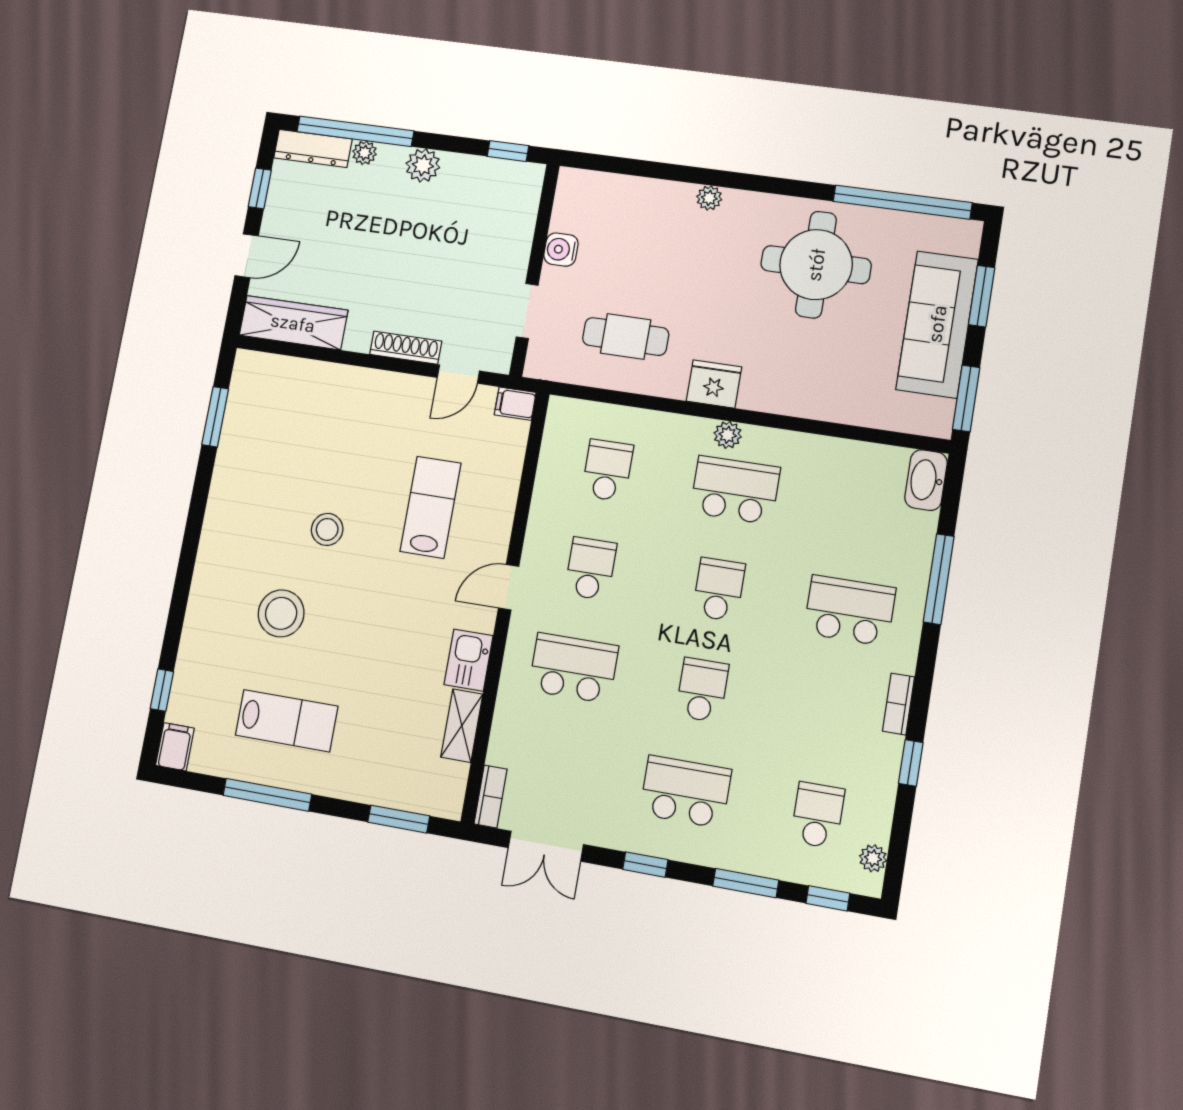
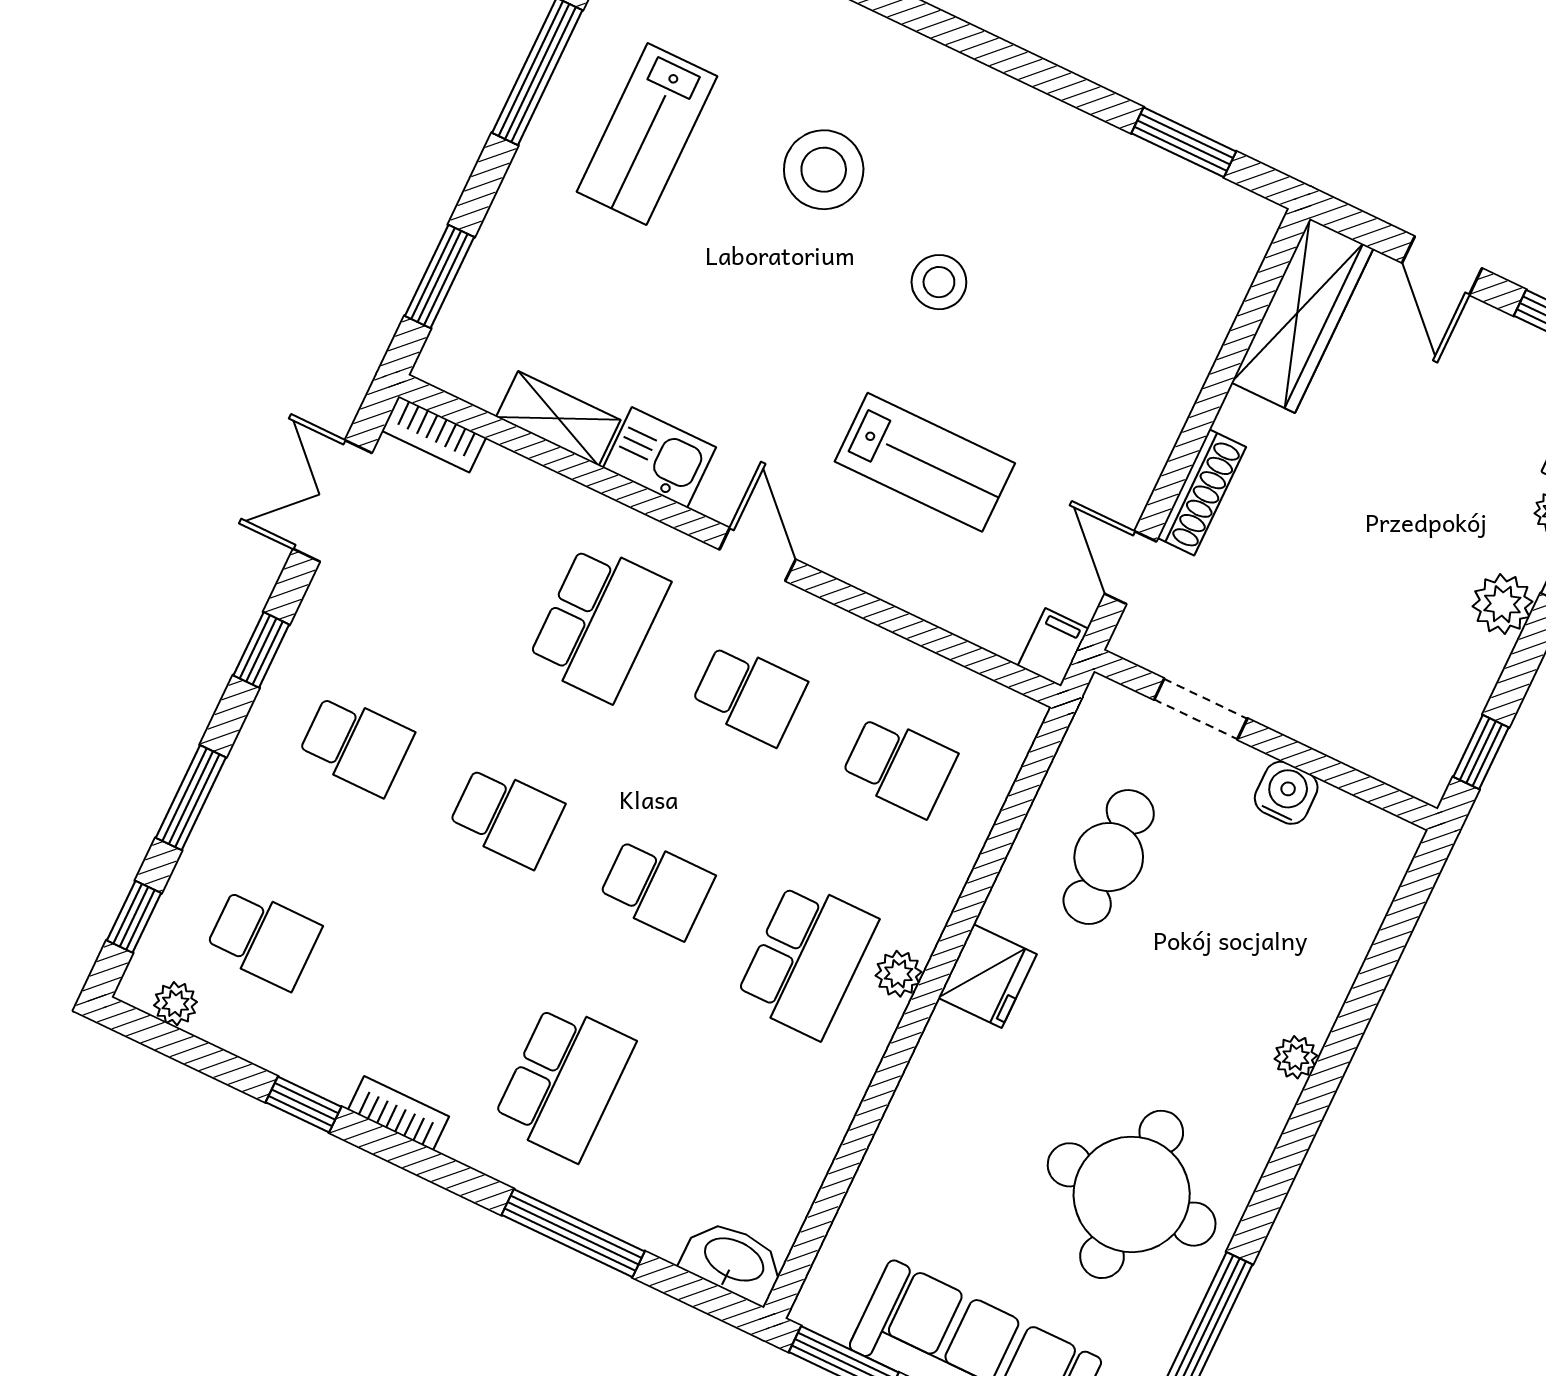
school desk: (685, 792) -> (356, 745), width x0.54

